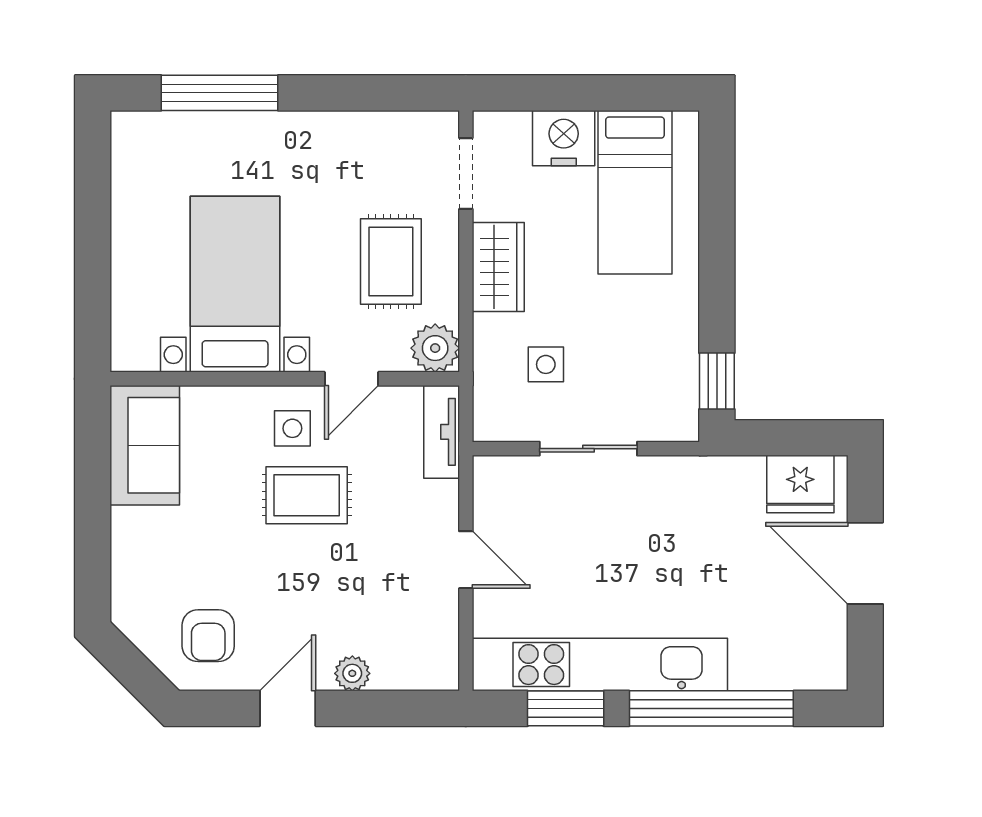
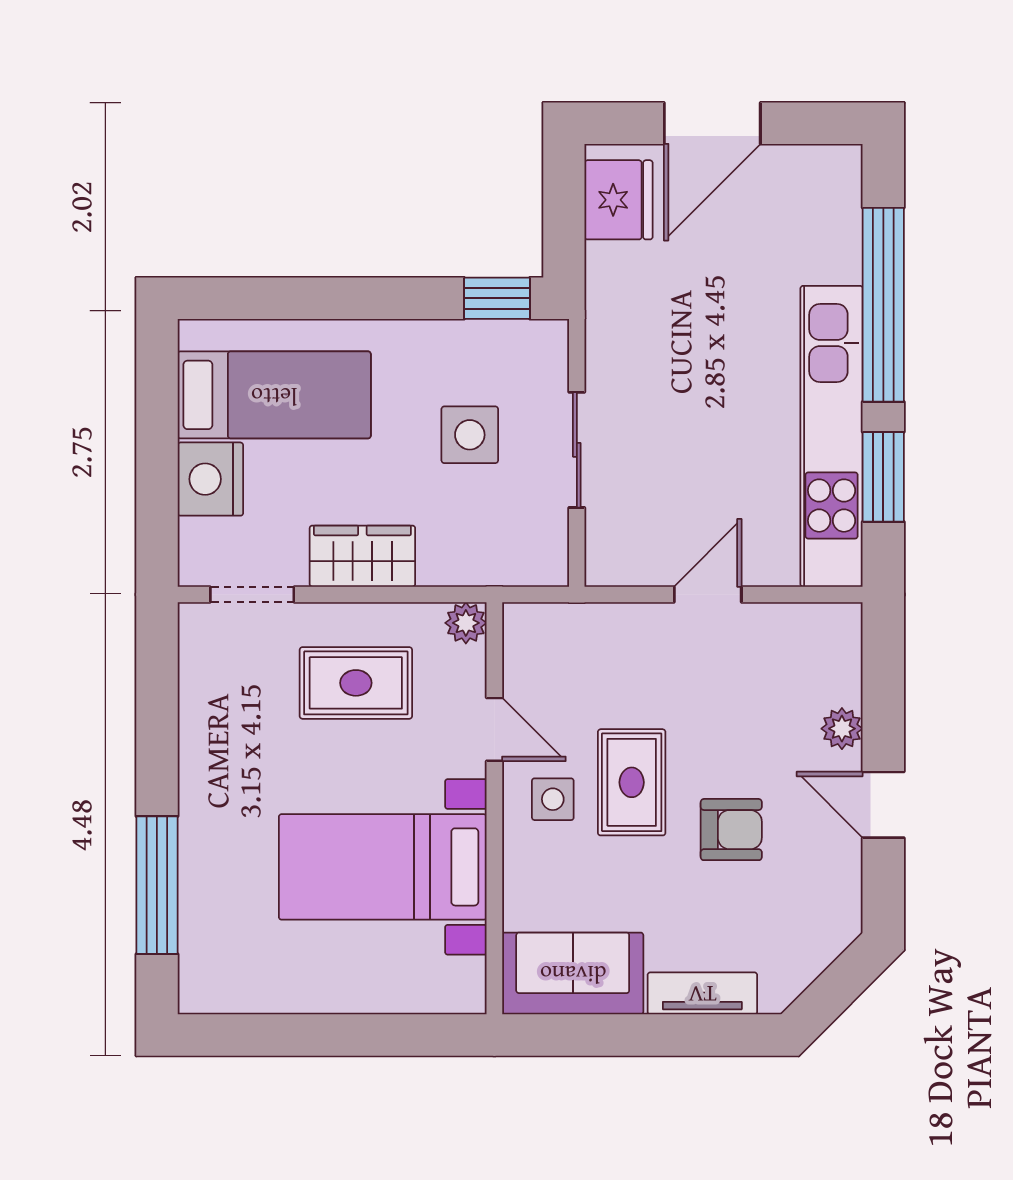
plant: (435, 348) -> (466, 623), width x0.73, depth x0.73
side table: (546, 364) -> (470, 435), moved, width x1.37, depth x1.37
tv unit: (442, 432) -> (702, 993), moved, turned 180
armchair: (208, 636) -> (731, 830), moved

